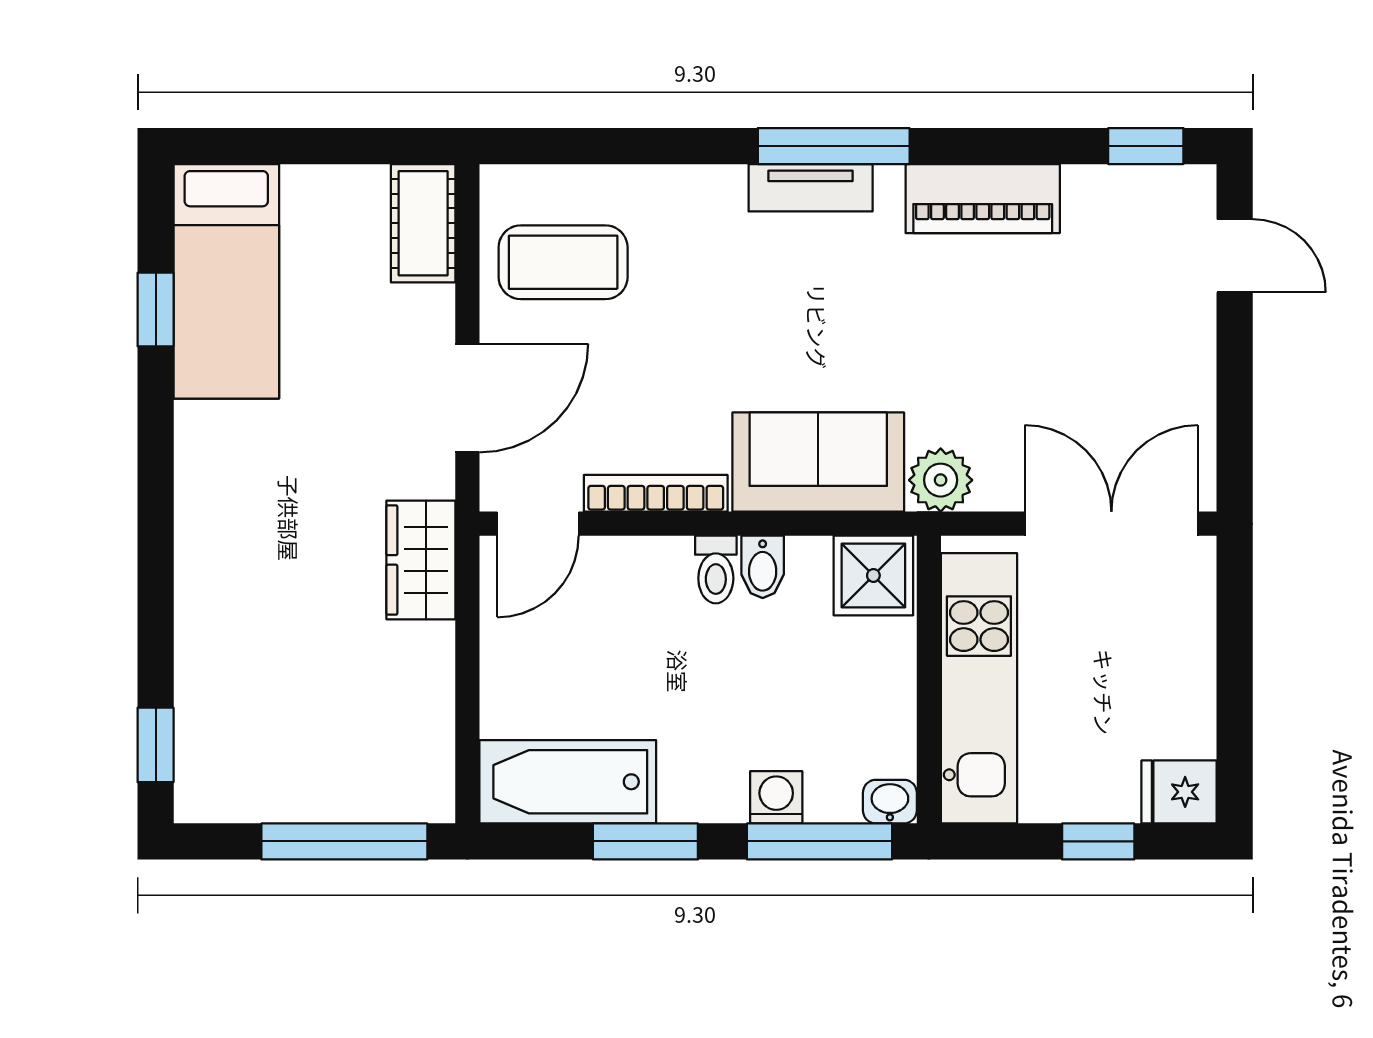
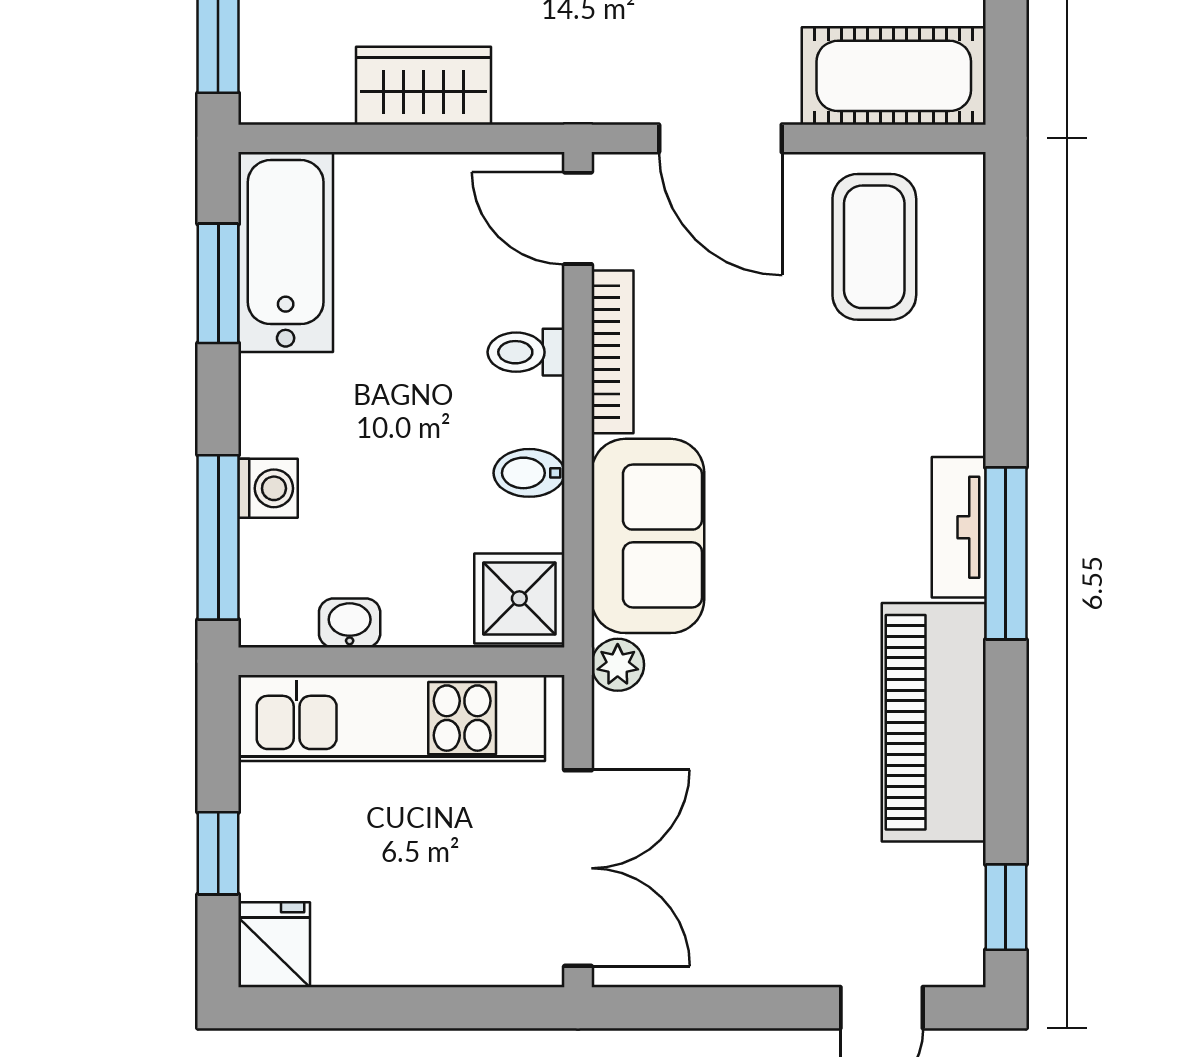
piano: (983, 199) -> (934, 722), width x1.37, depth x1.33
cot: (423, 223) -> (894, 76), width x1.37, depth x1.34
plant: (941, 480) -> (618, 665), width x0.73, depth x0.73
wardrobe: (421, 560) -> (424, 86), moved
toilet: (716, 570) -> (526, 352), moved
washbasin: (890, 802) -> (350, 623), moved, turned -90
window: (645, 841) -> (218, 283), moved

